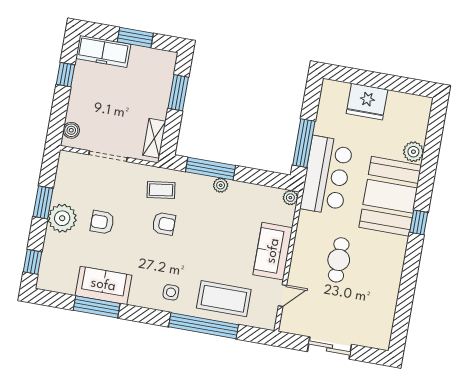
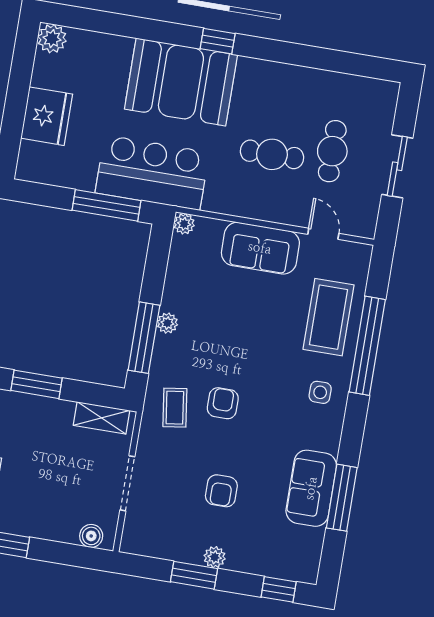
plant: (413, 152) -> (52, 39), moved
plant: (62, 218) -> (215, 557), width x0.53, depth x0.53
cafe table: (341, 302) -> (332, 151), added

